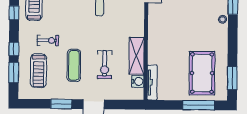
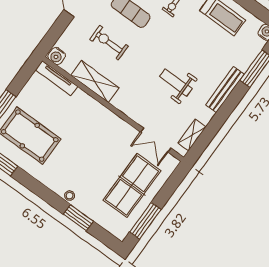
water cooler: (138, 81) -> (57, 56), moved

